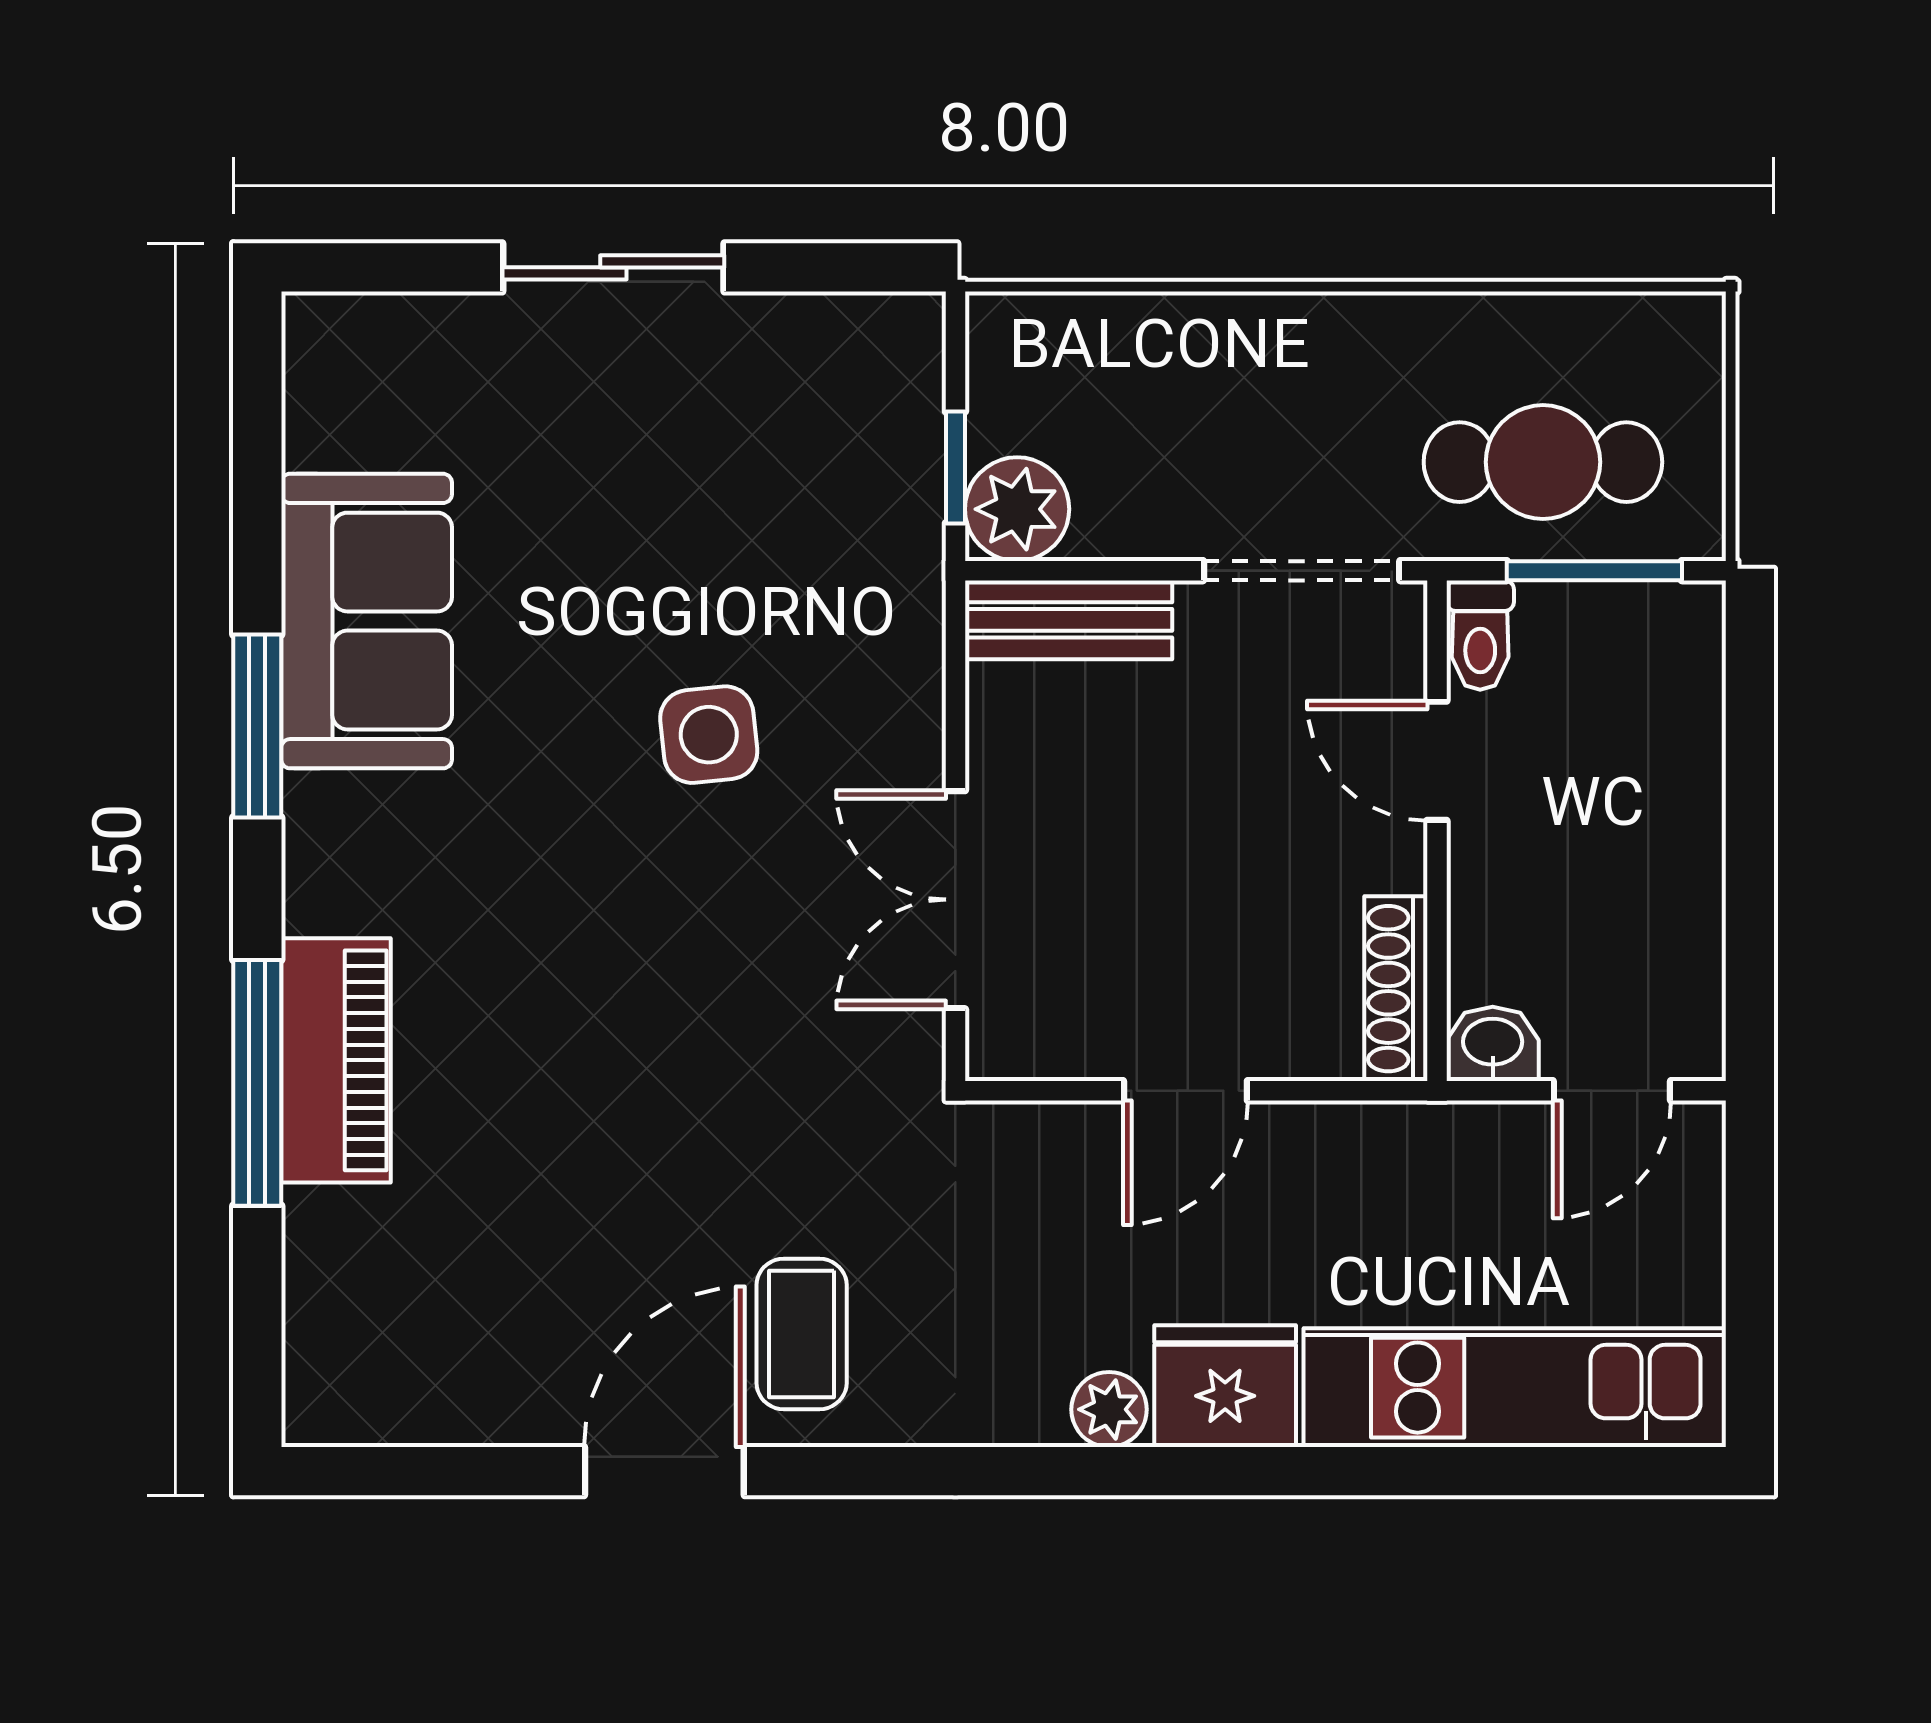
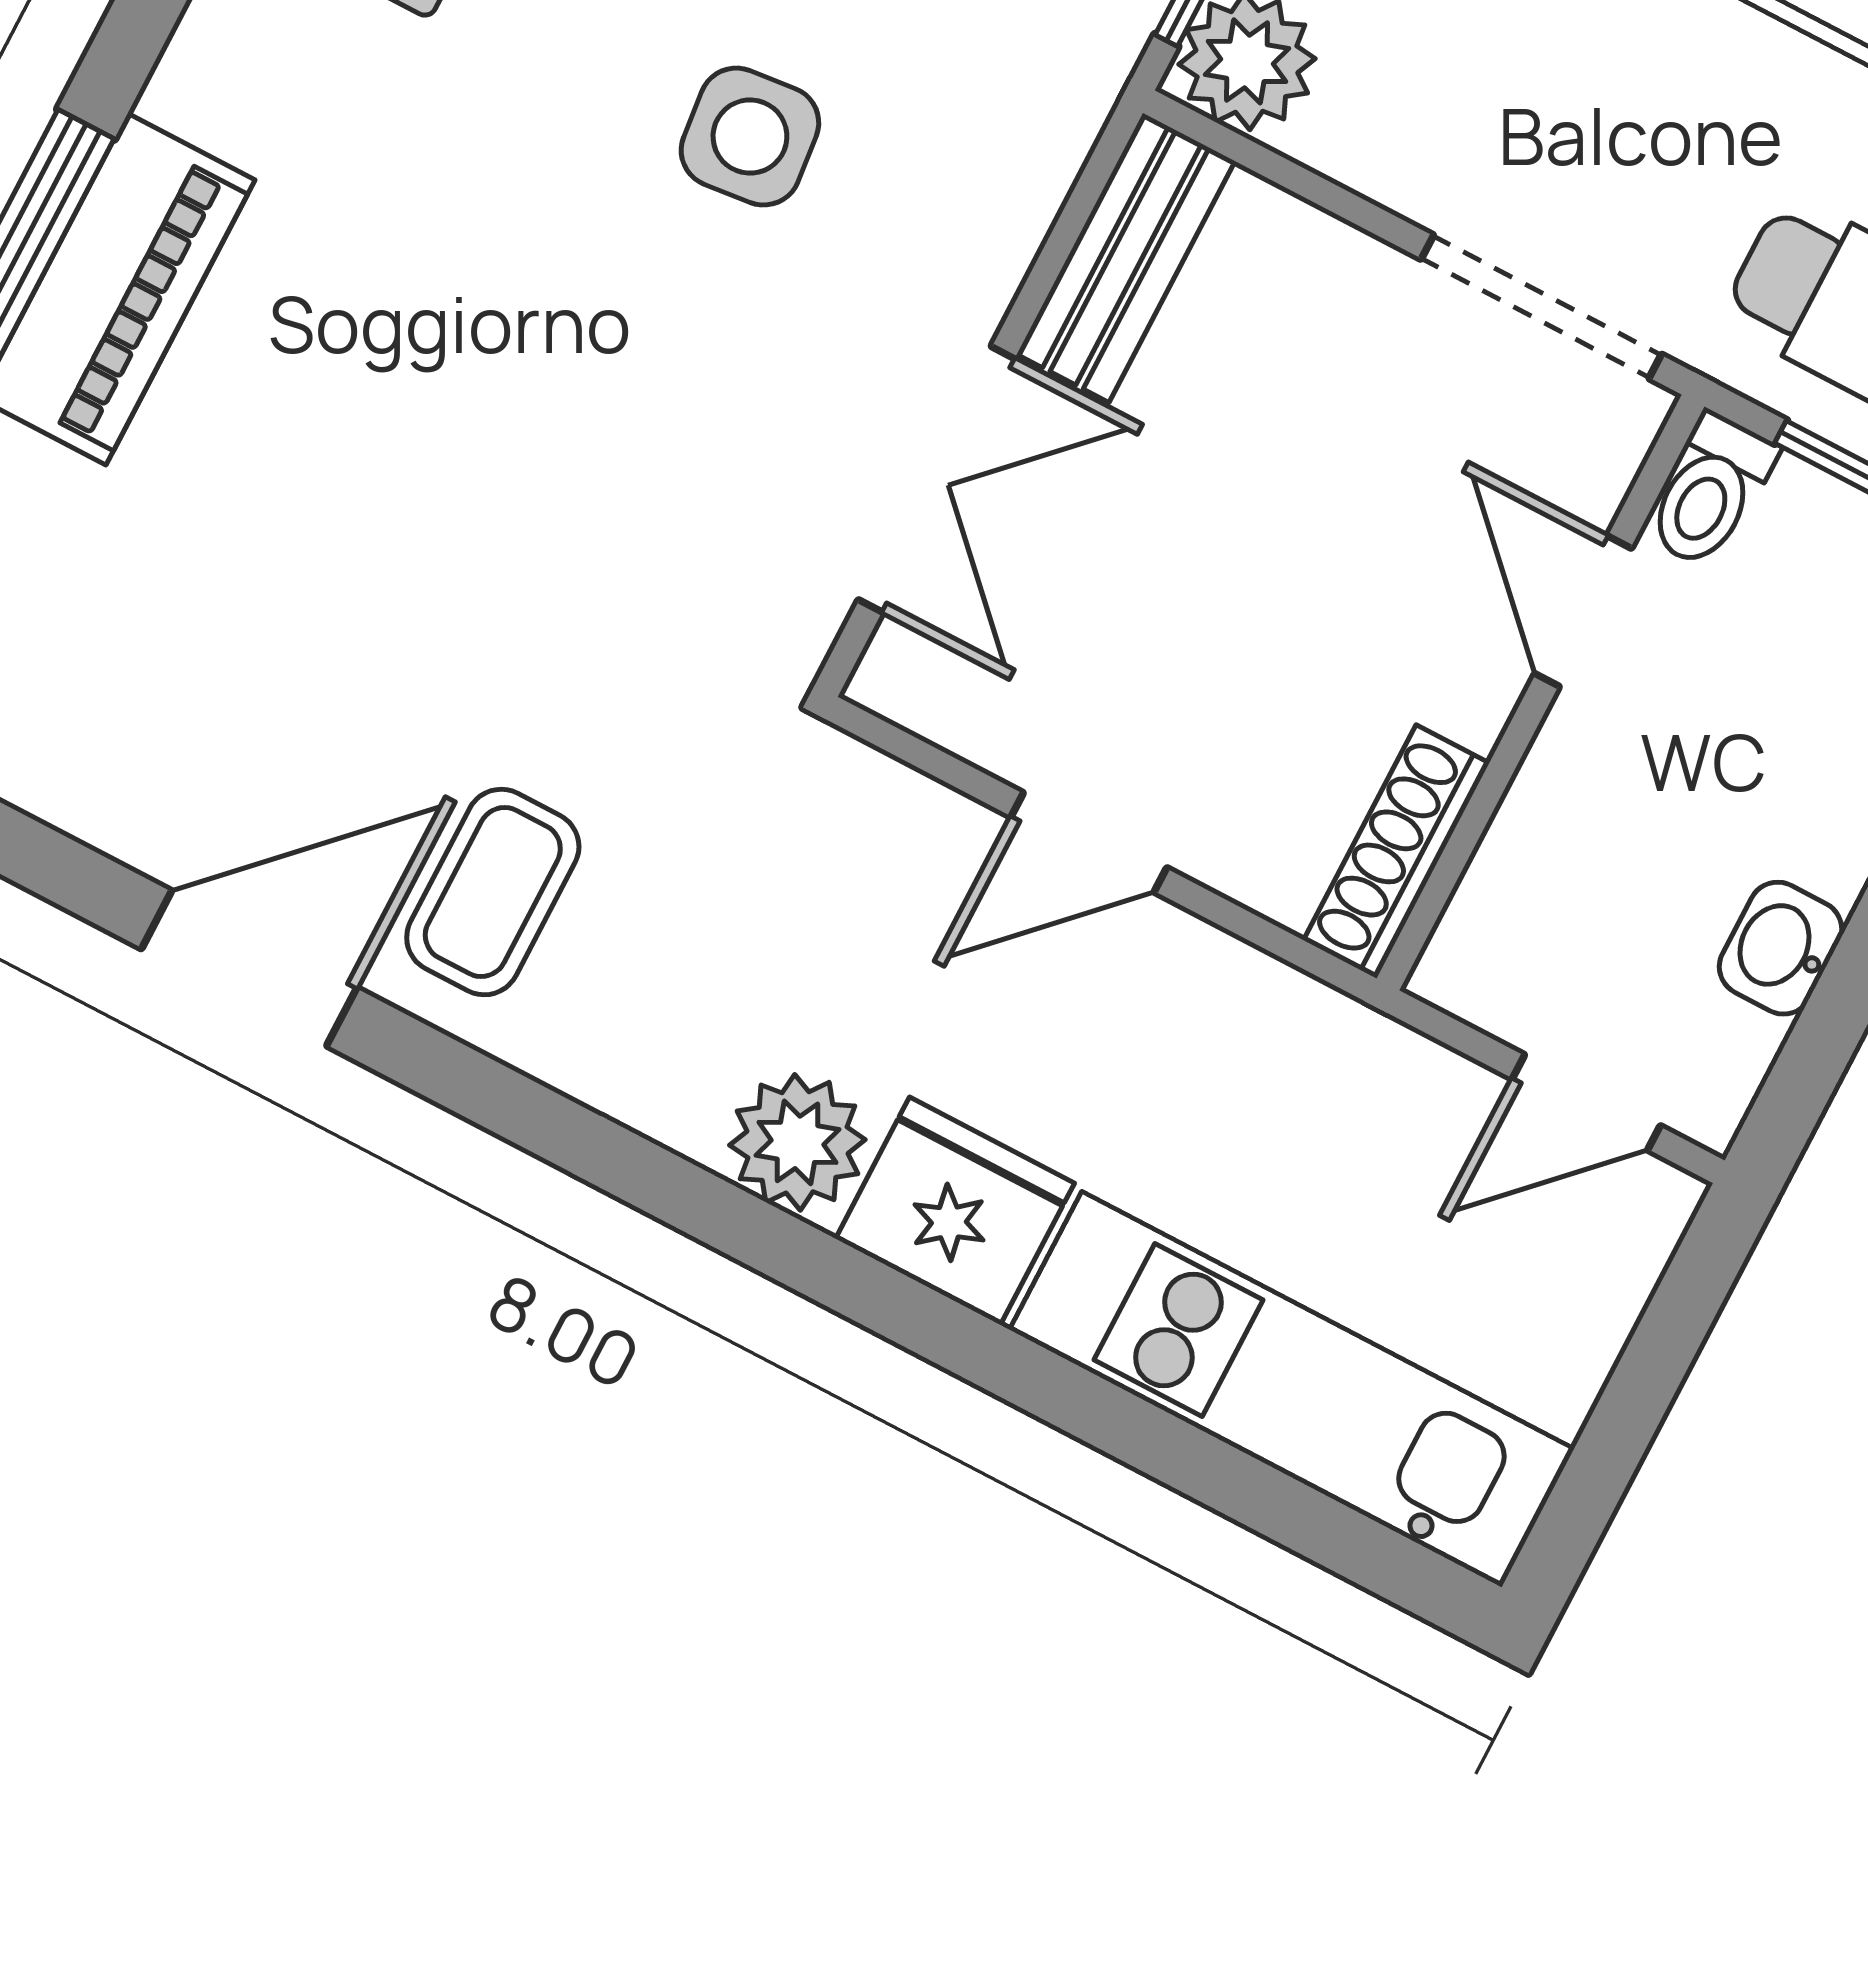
bench: (1069, 620) -> (1126, 258), moved, turned 90
double door: (955, 900) -> (937, 479), swing flipped
washbasin: (1493, 1044) -> (1781, 948), moved, turned -90
plant: (1109, 1409) -> (797, 1142), width x1.38, depth x1.38

